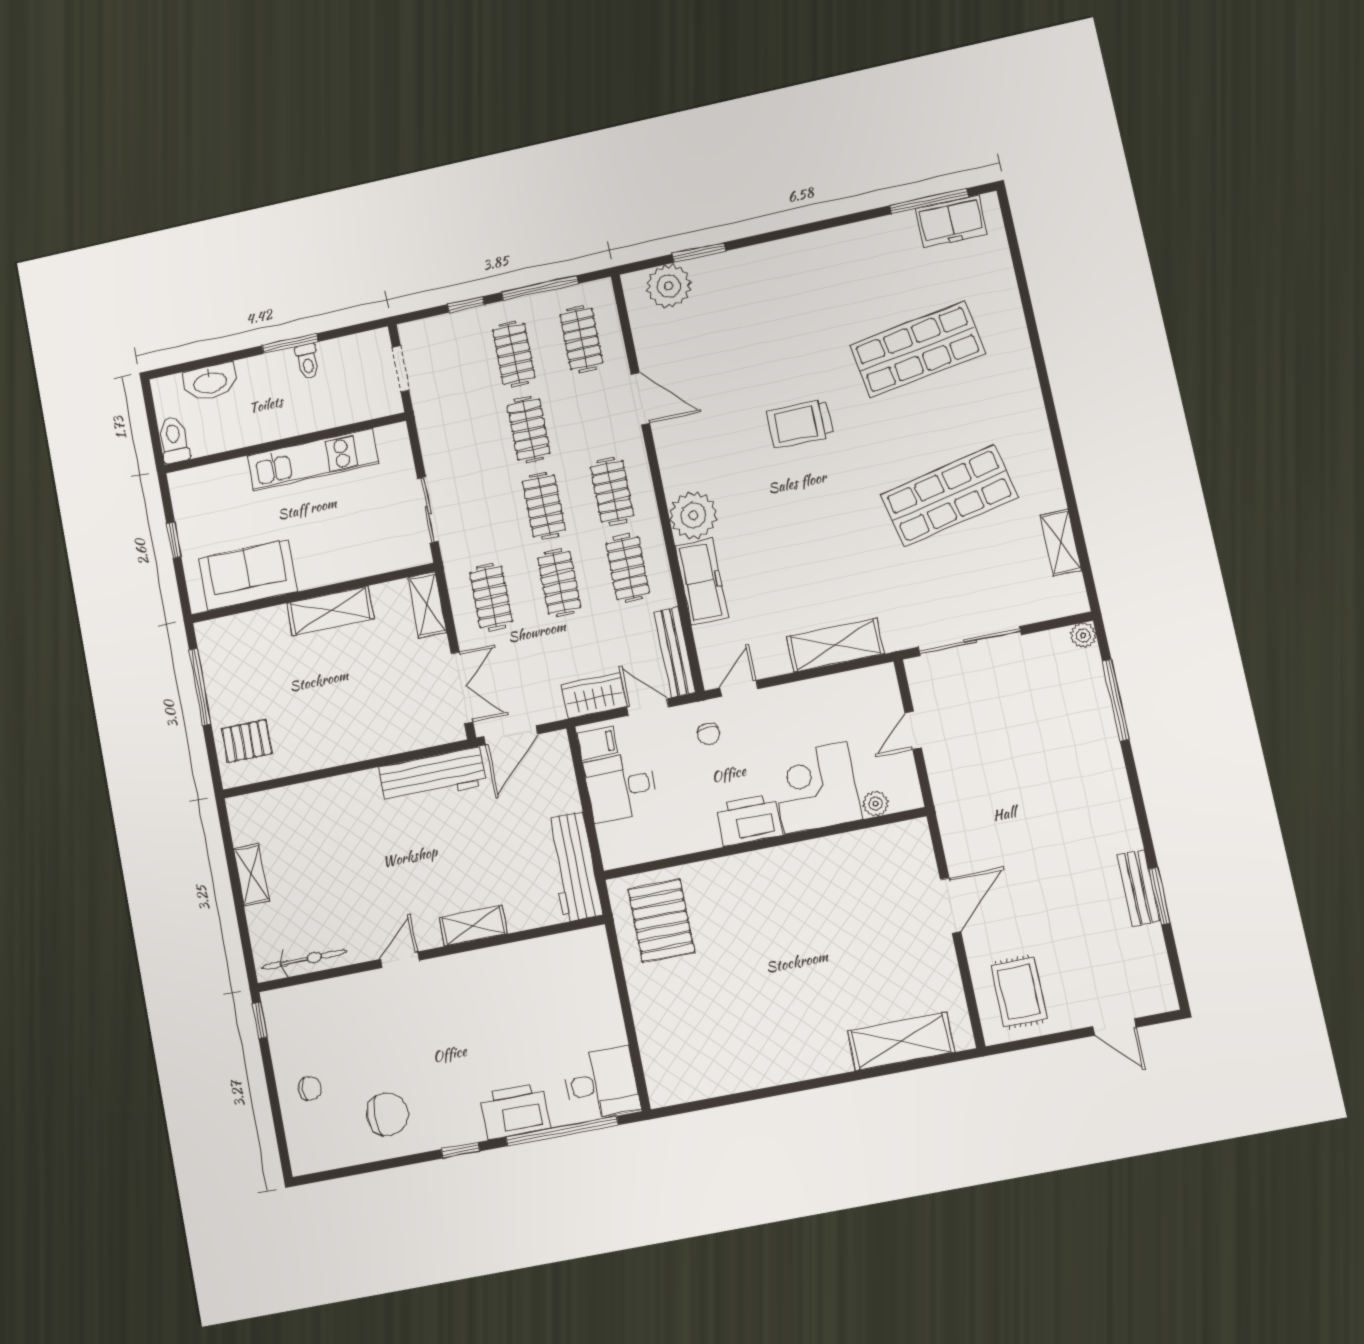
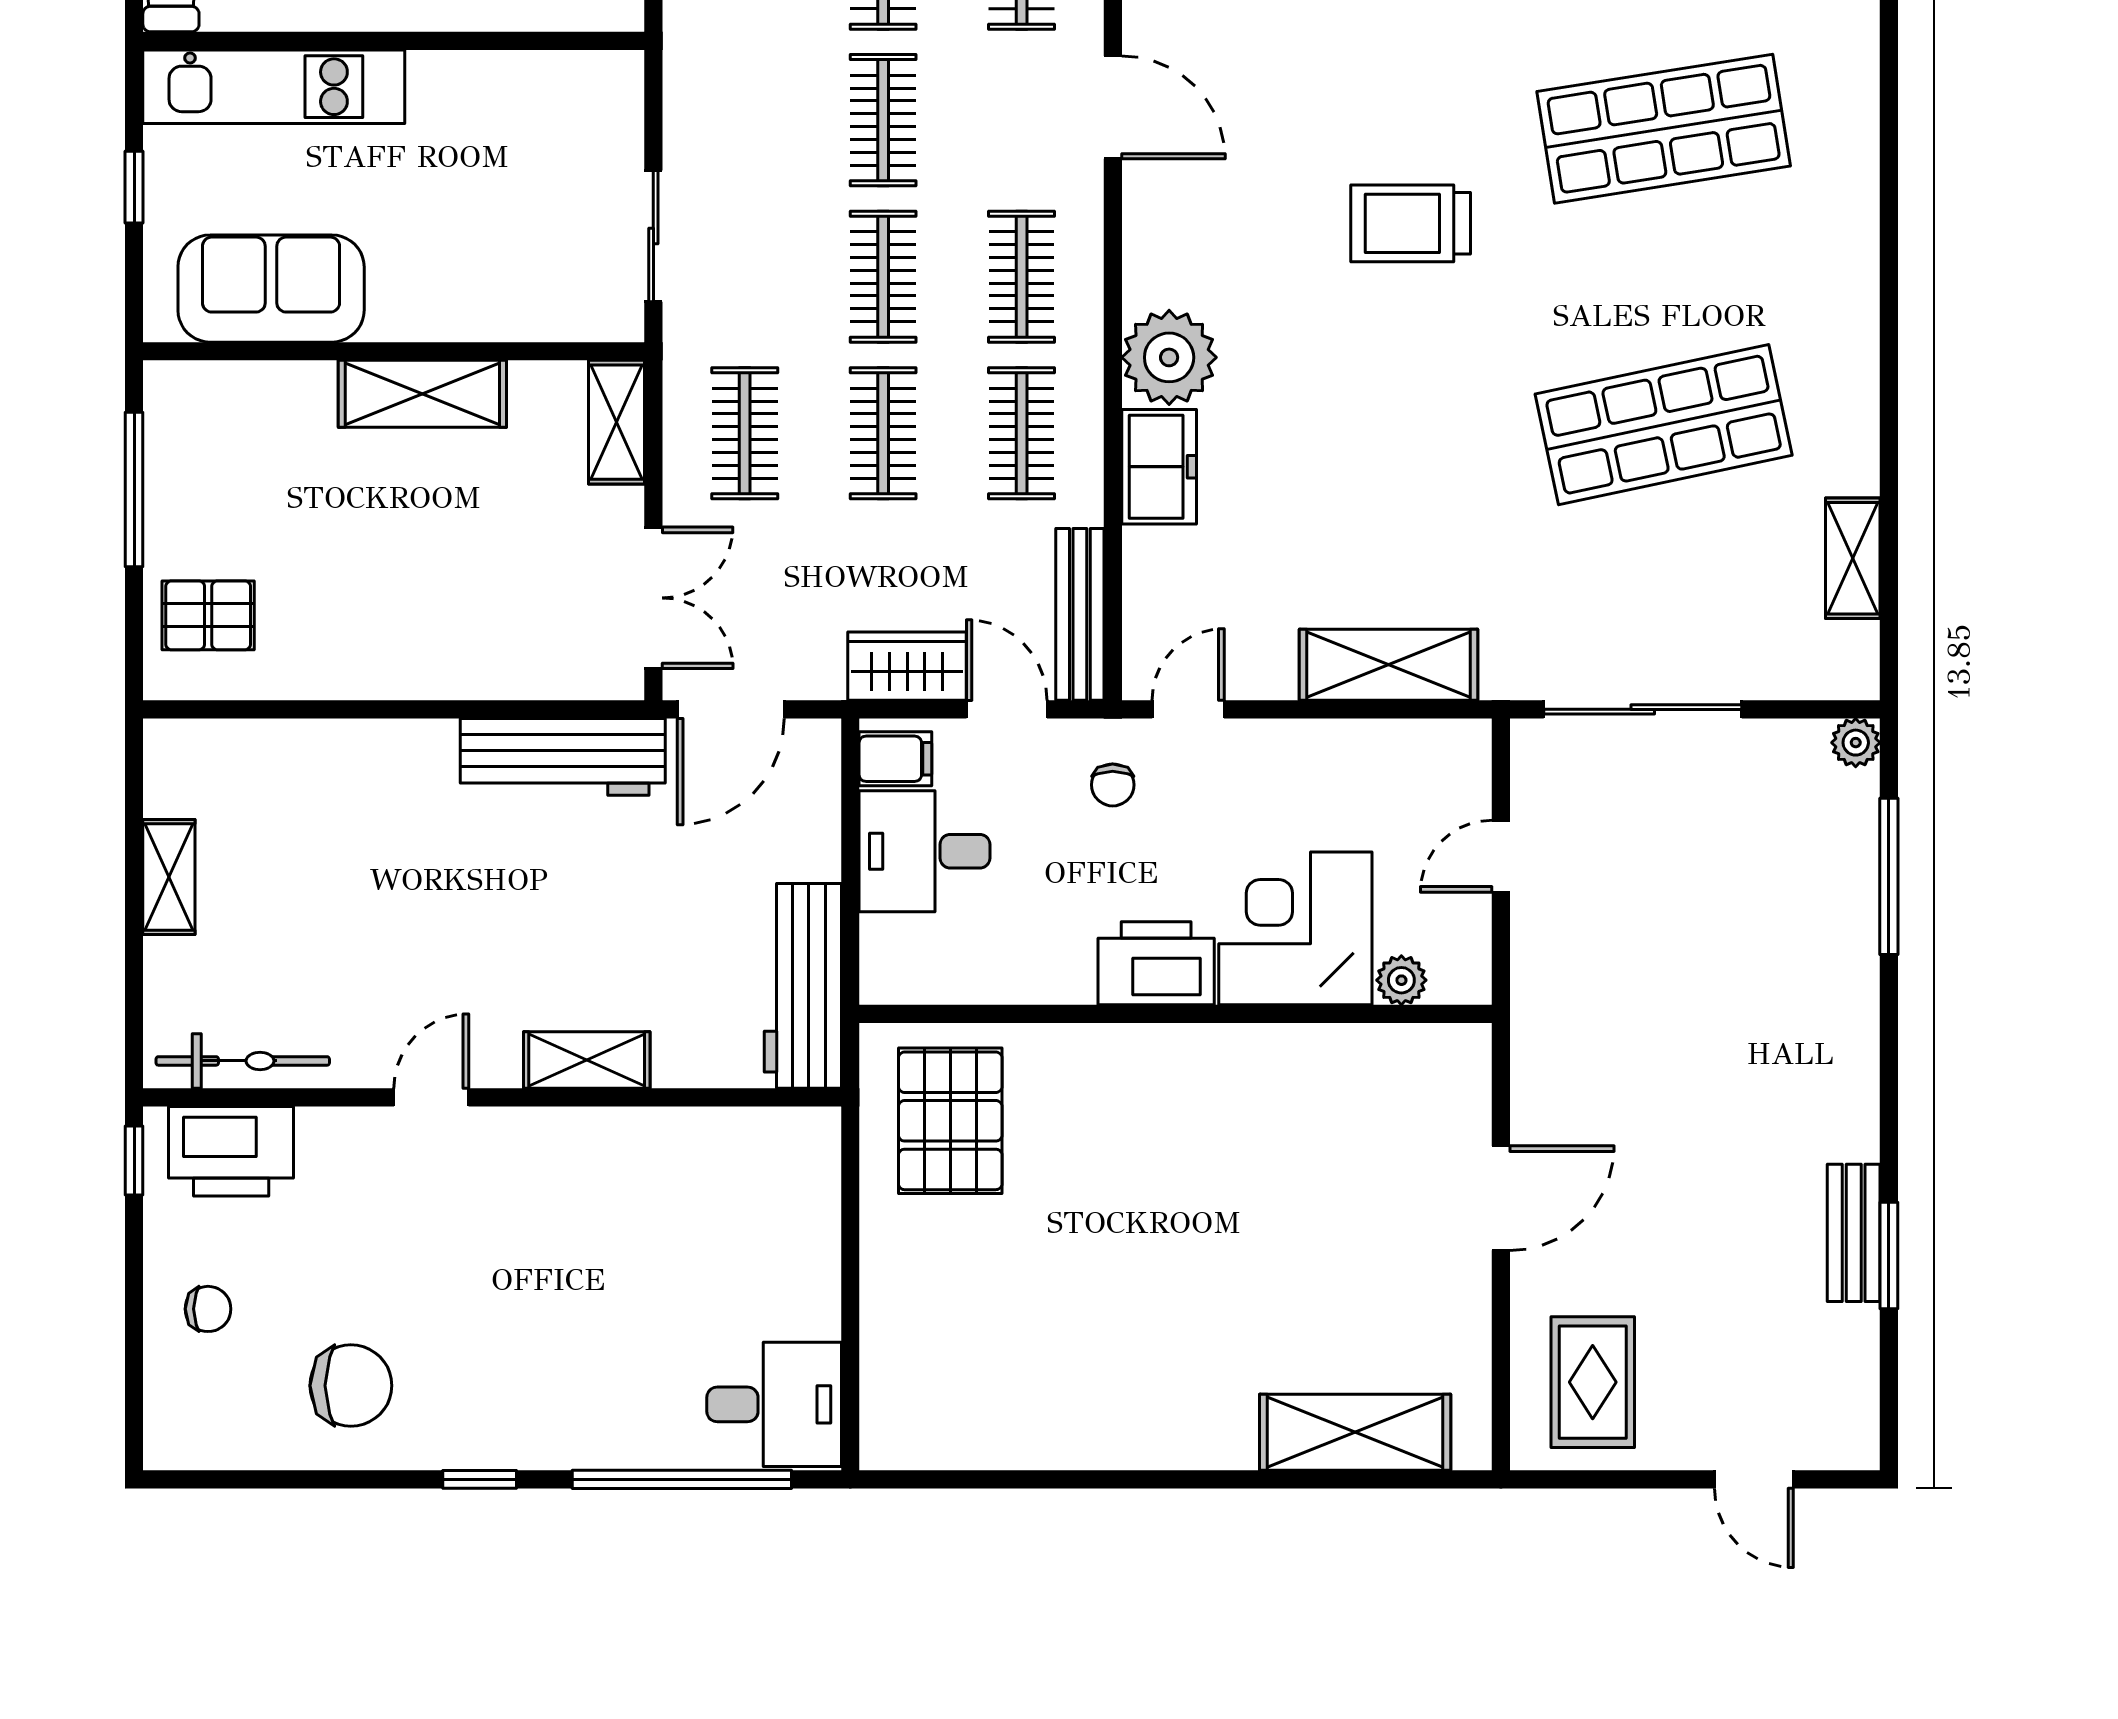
kitchen unit: (313, 460) -> (274, 87), moved
freezer: (702, 582) -> (1159, 467), width x0.71
printer: (515, 1111) -> (231, 1151), moved, turned 180

